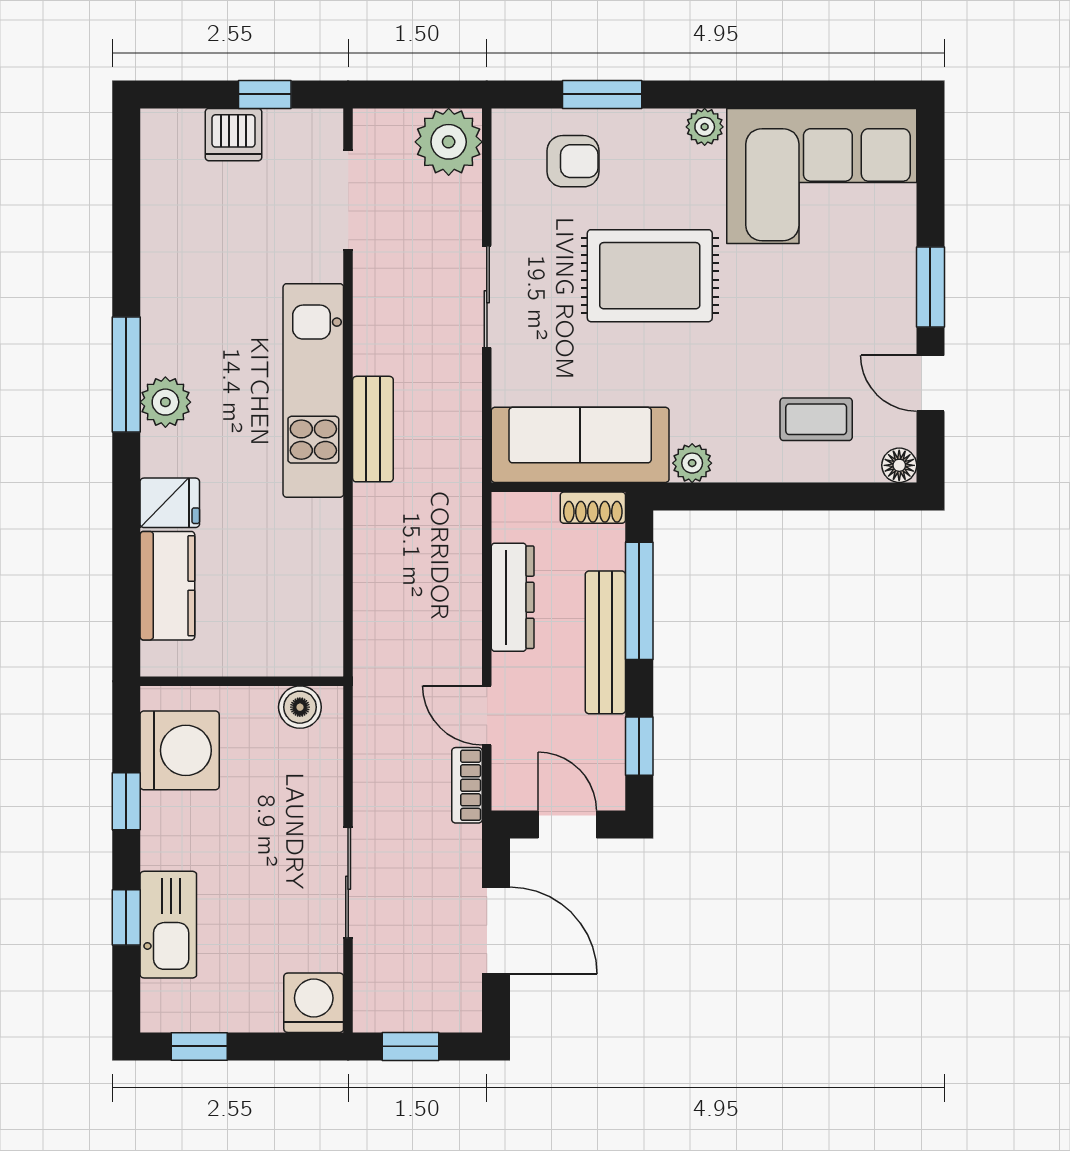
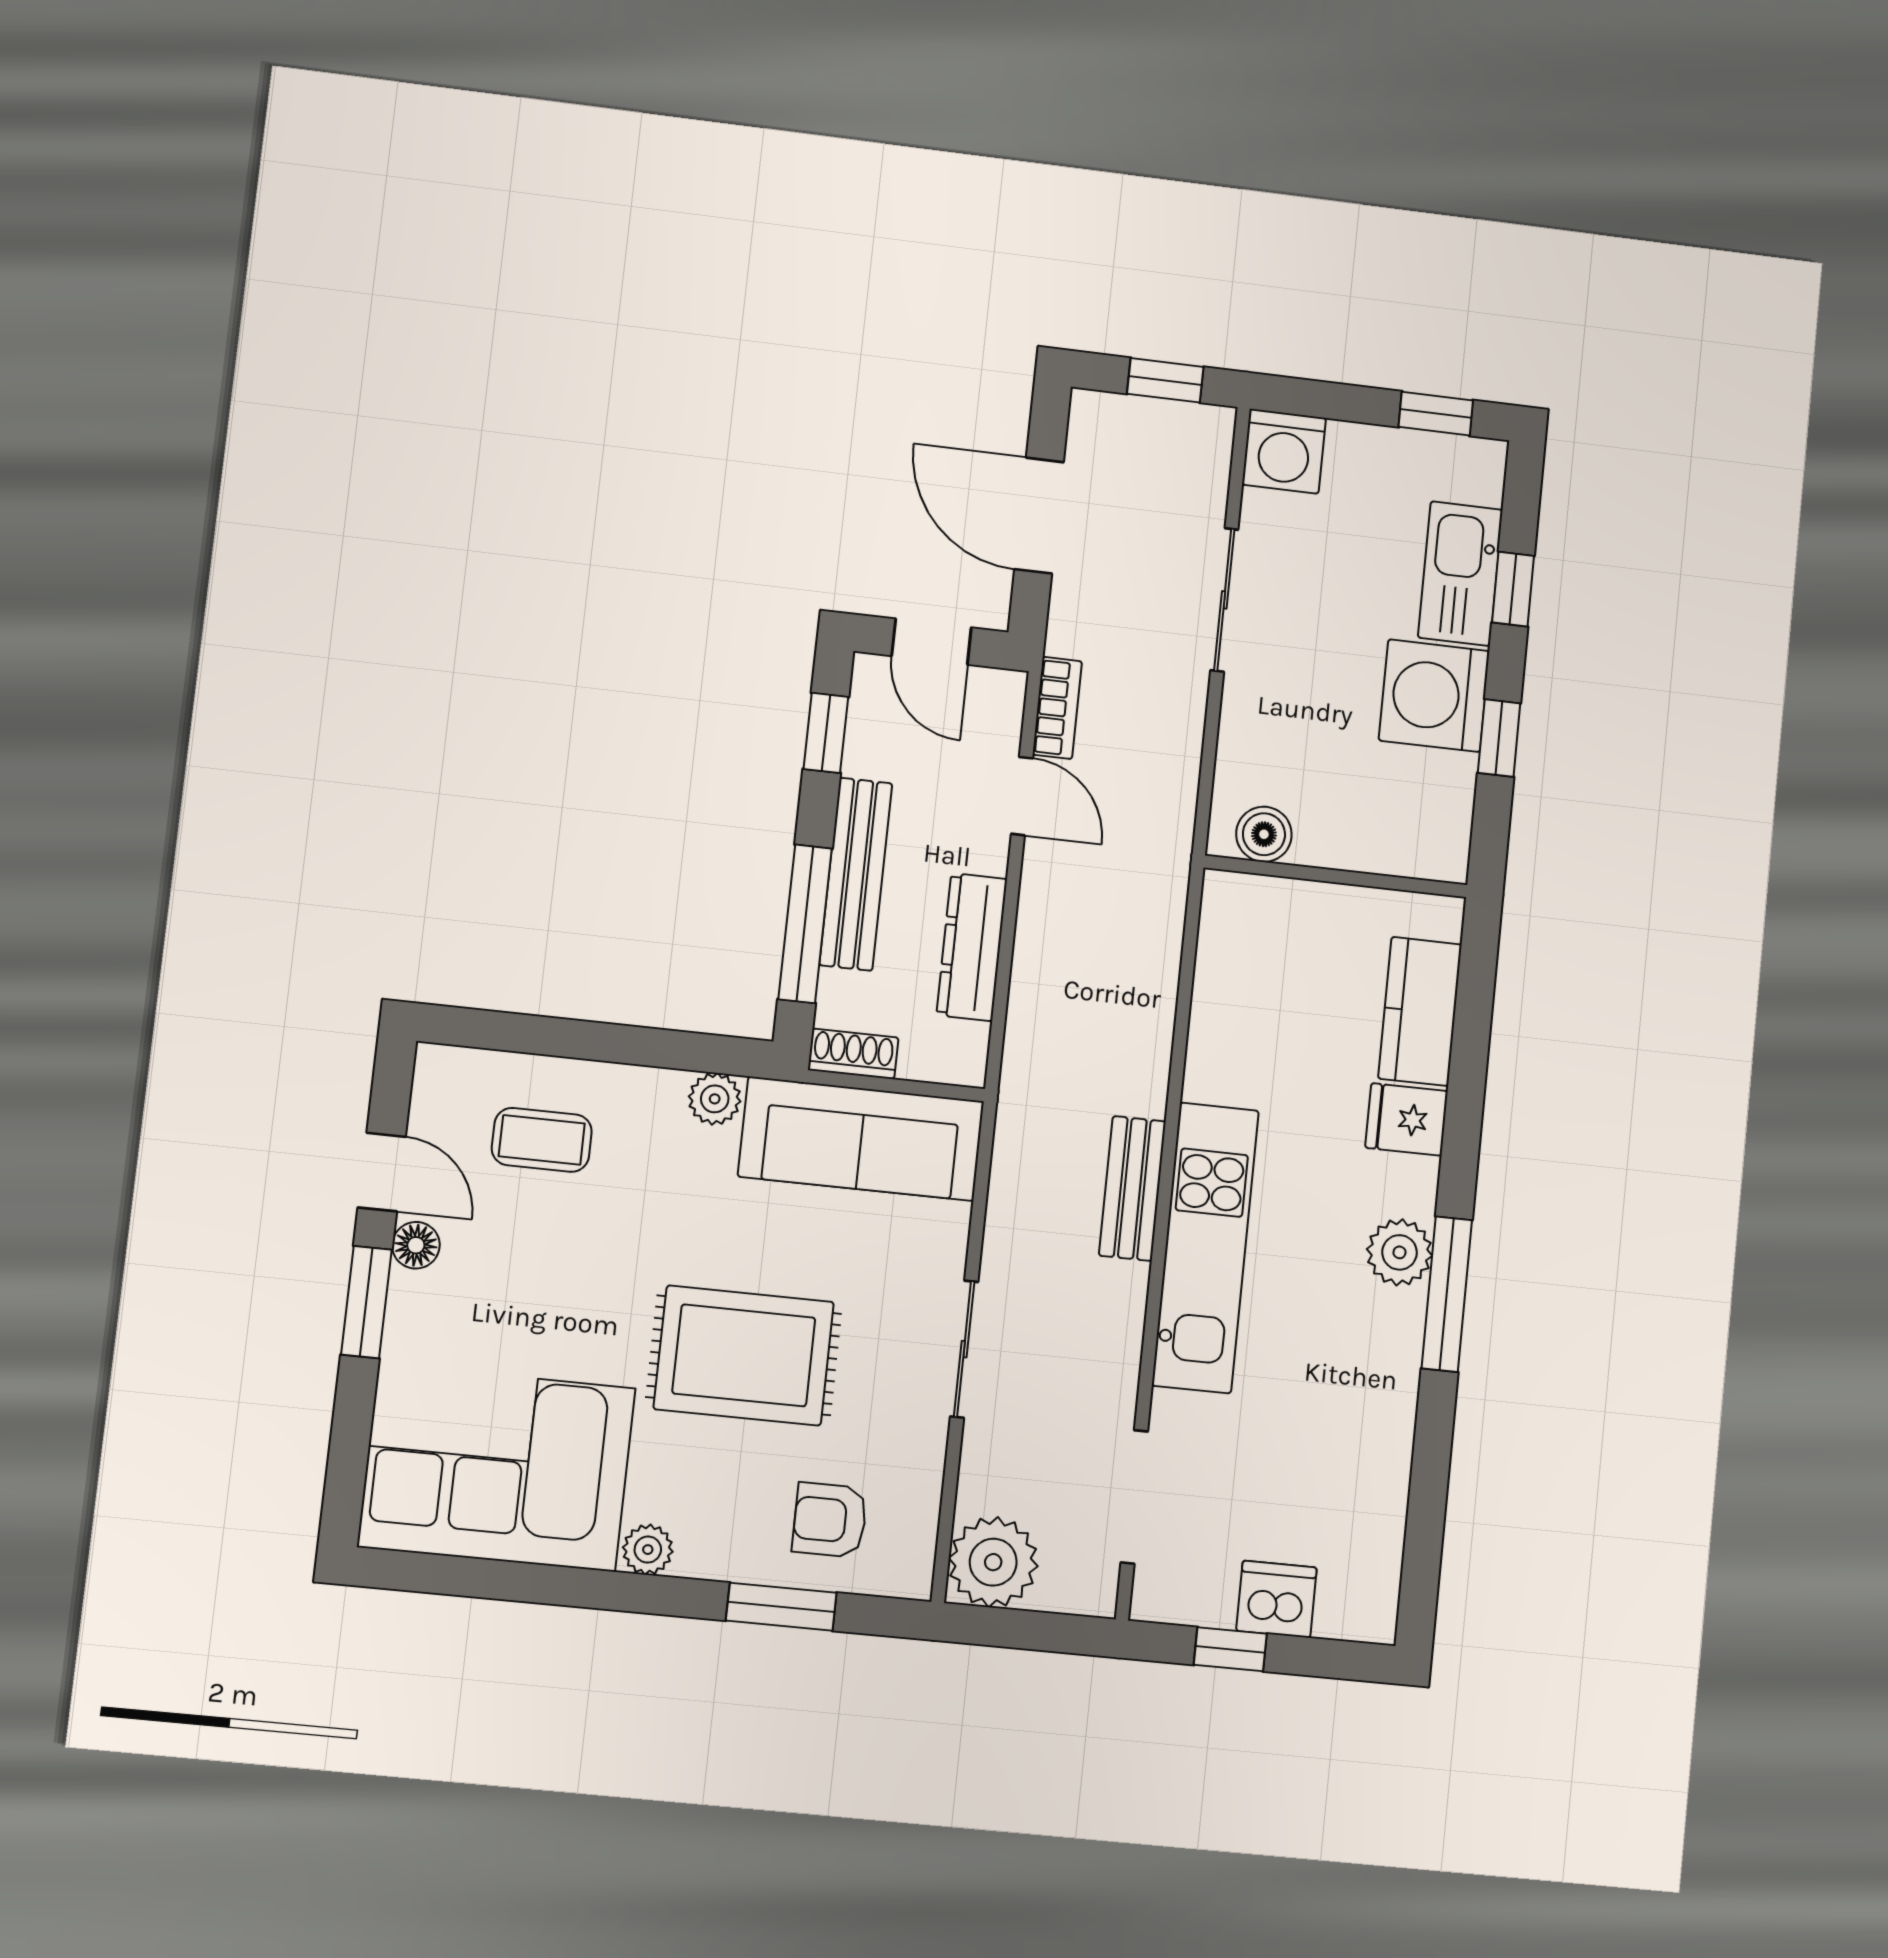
floor lamp: (899, 465) -> (416, 1245), moved
washing machine: (180, 750) -> (1434, 696), moved

